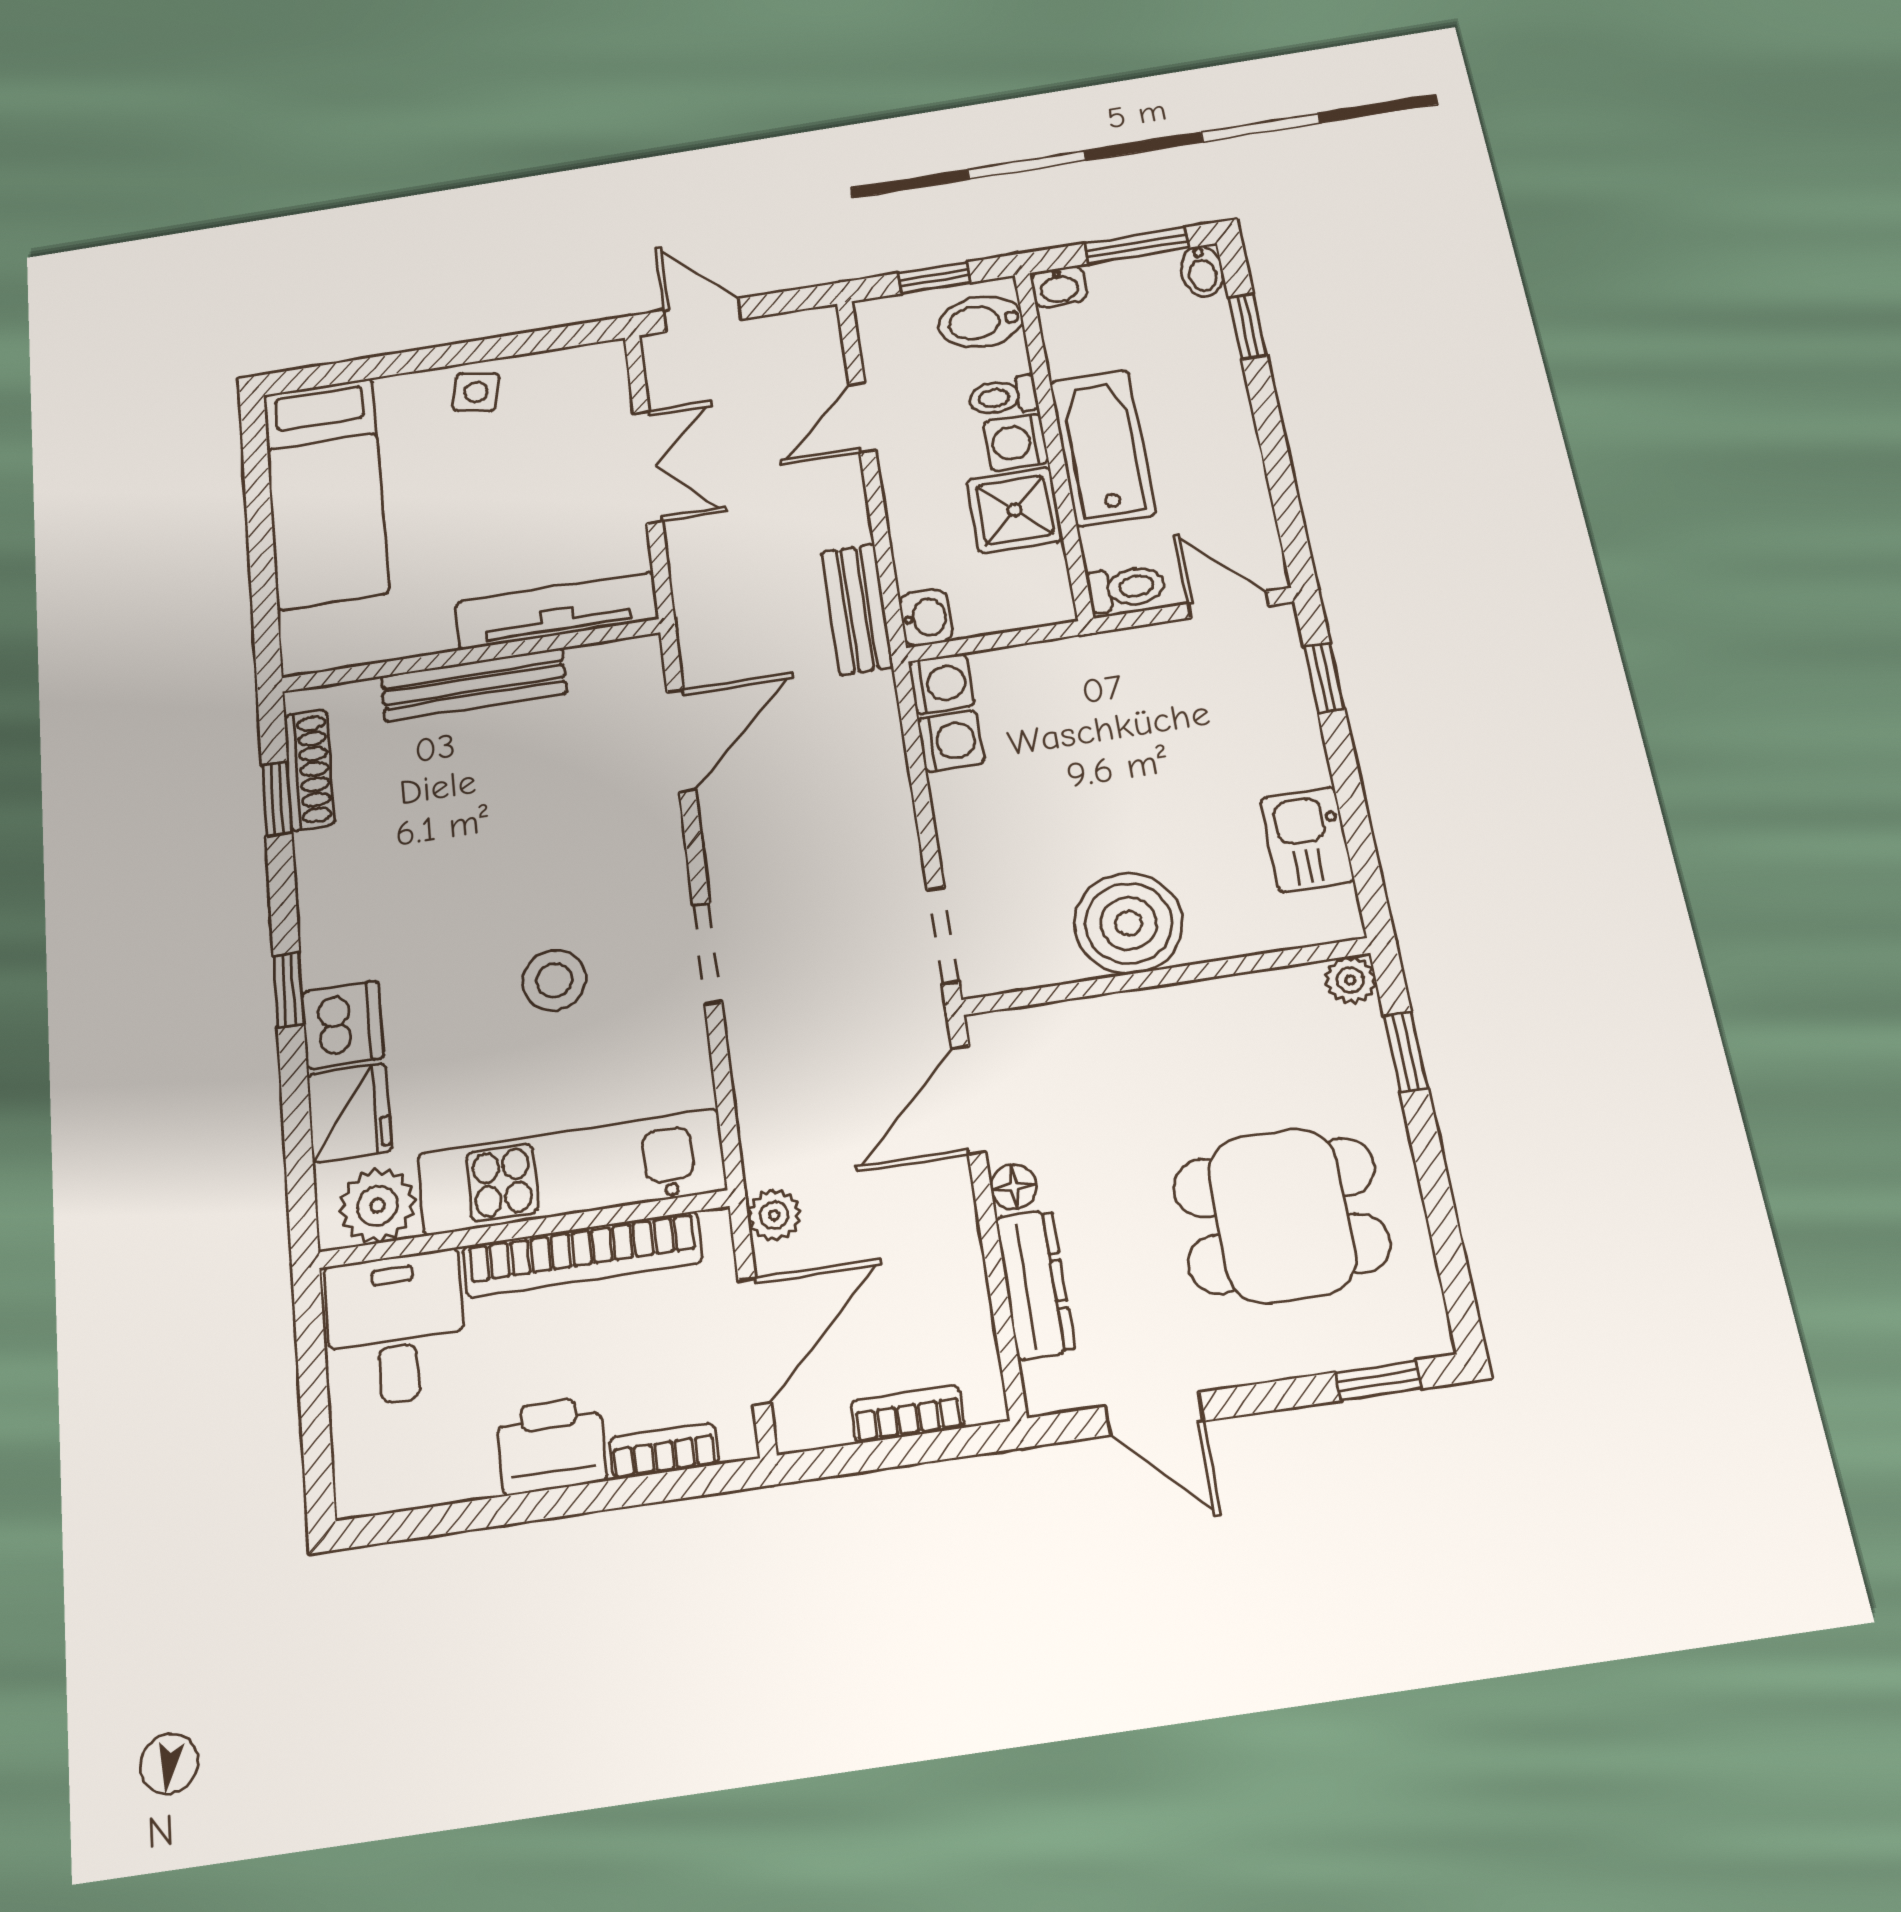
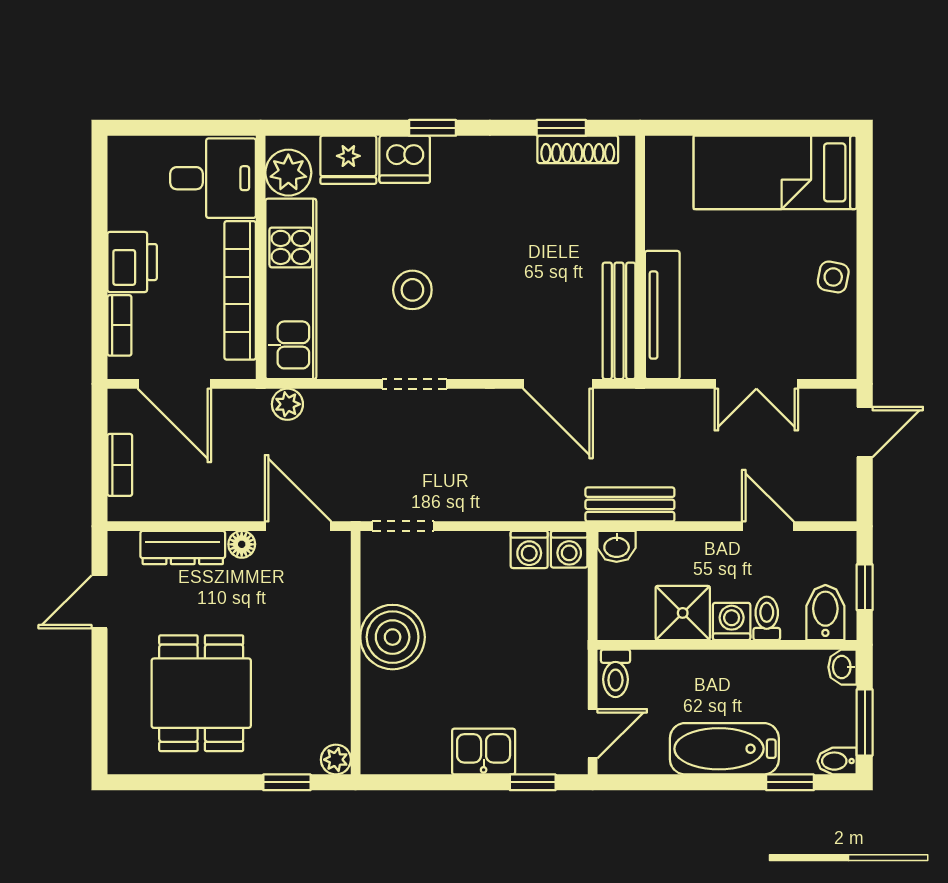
bathtub: (1102, 448) -> (724, 749), moved, turned 180
bench: (474, 685) -> (619, 321), moved
kitchen sink: (1307, 840) -> (484, 752), moved
plant: (774, 1215) -> (287, 404), moved
window: (1378, 1380) -> (99, 728), removed

